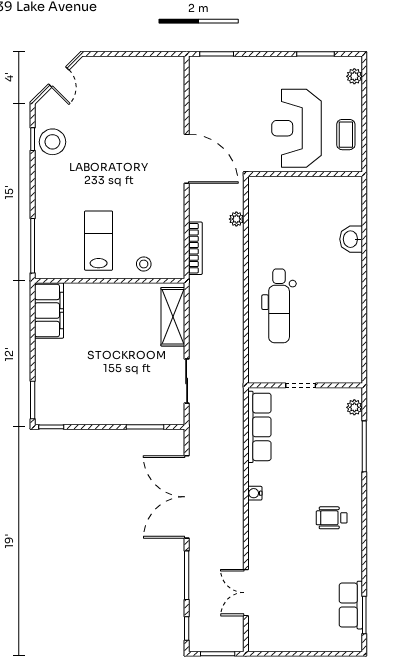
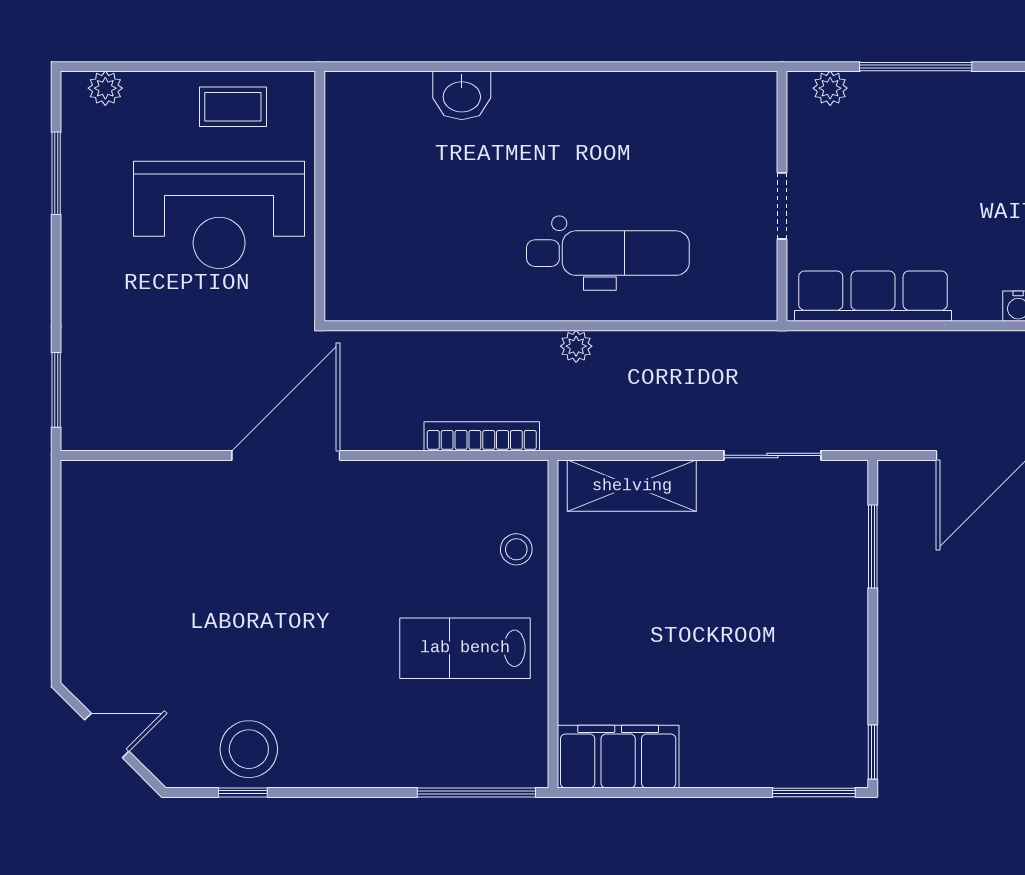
plant: (236, 219) -> (576, 346), moved

